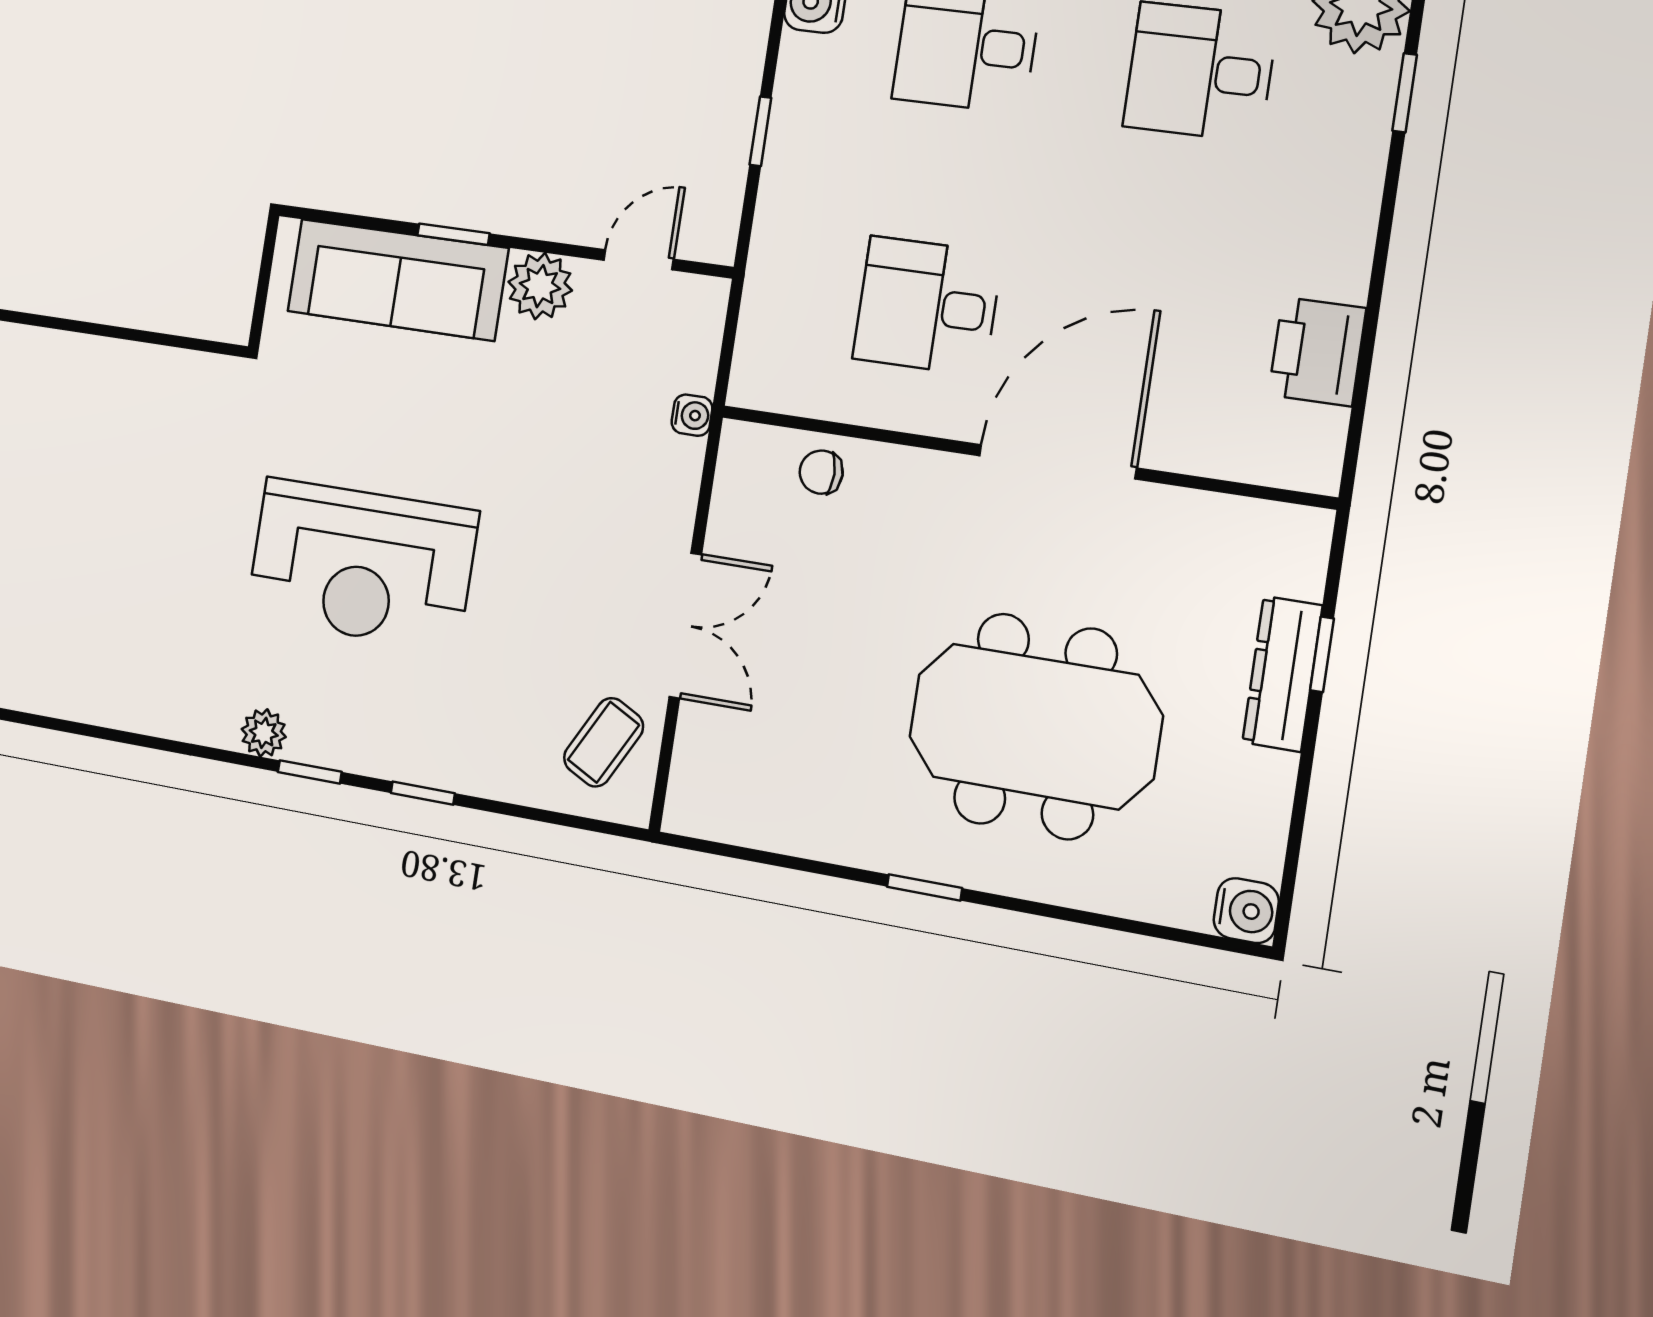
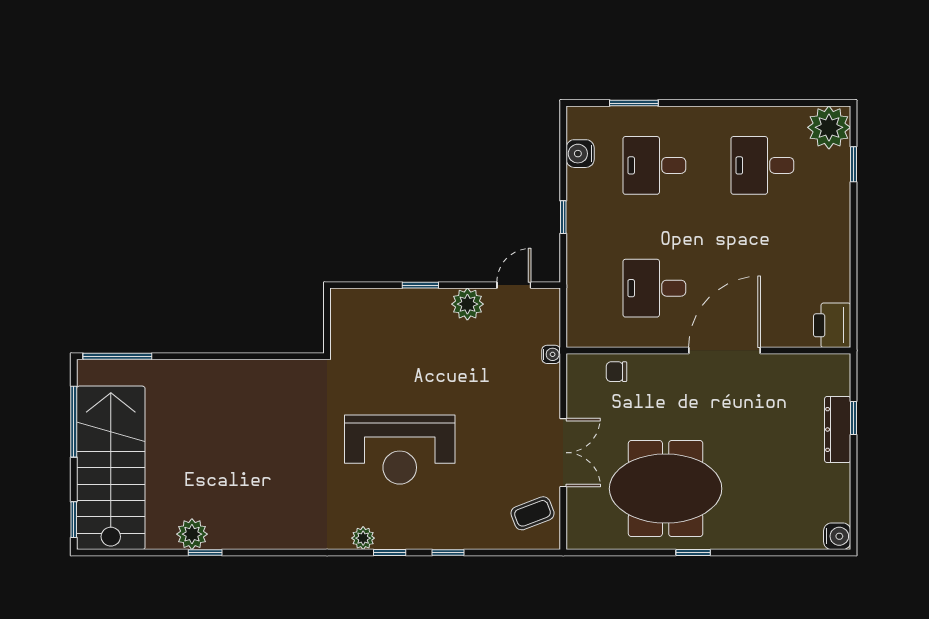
sofa: (397, 280) -> (396, 311), removed
printer: (1317, 352) -> (832, 325), moved
meeting table: (1035, 726) -> (666, 489), moved
coffee table: (604, 742) -> (533, 513), turned 41

